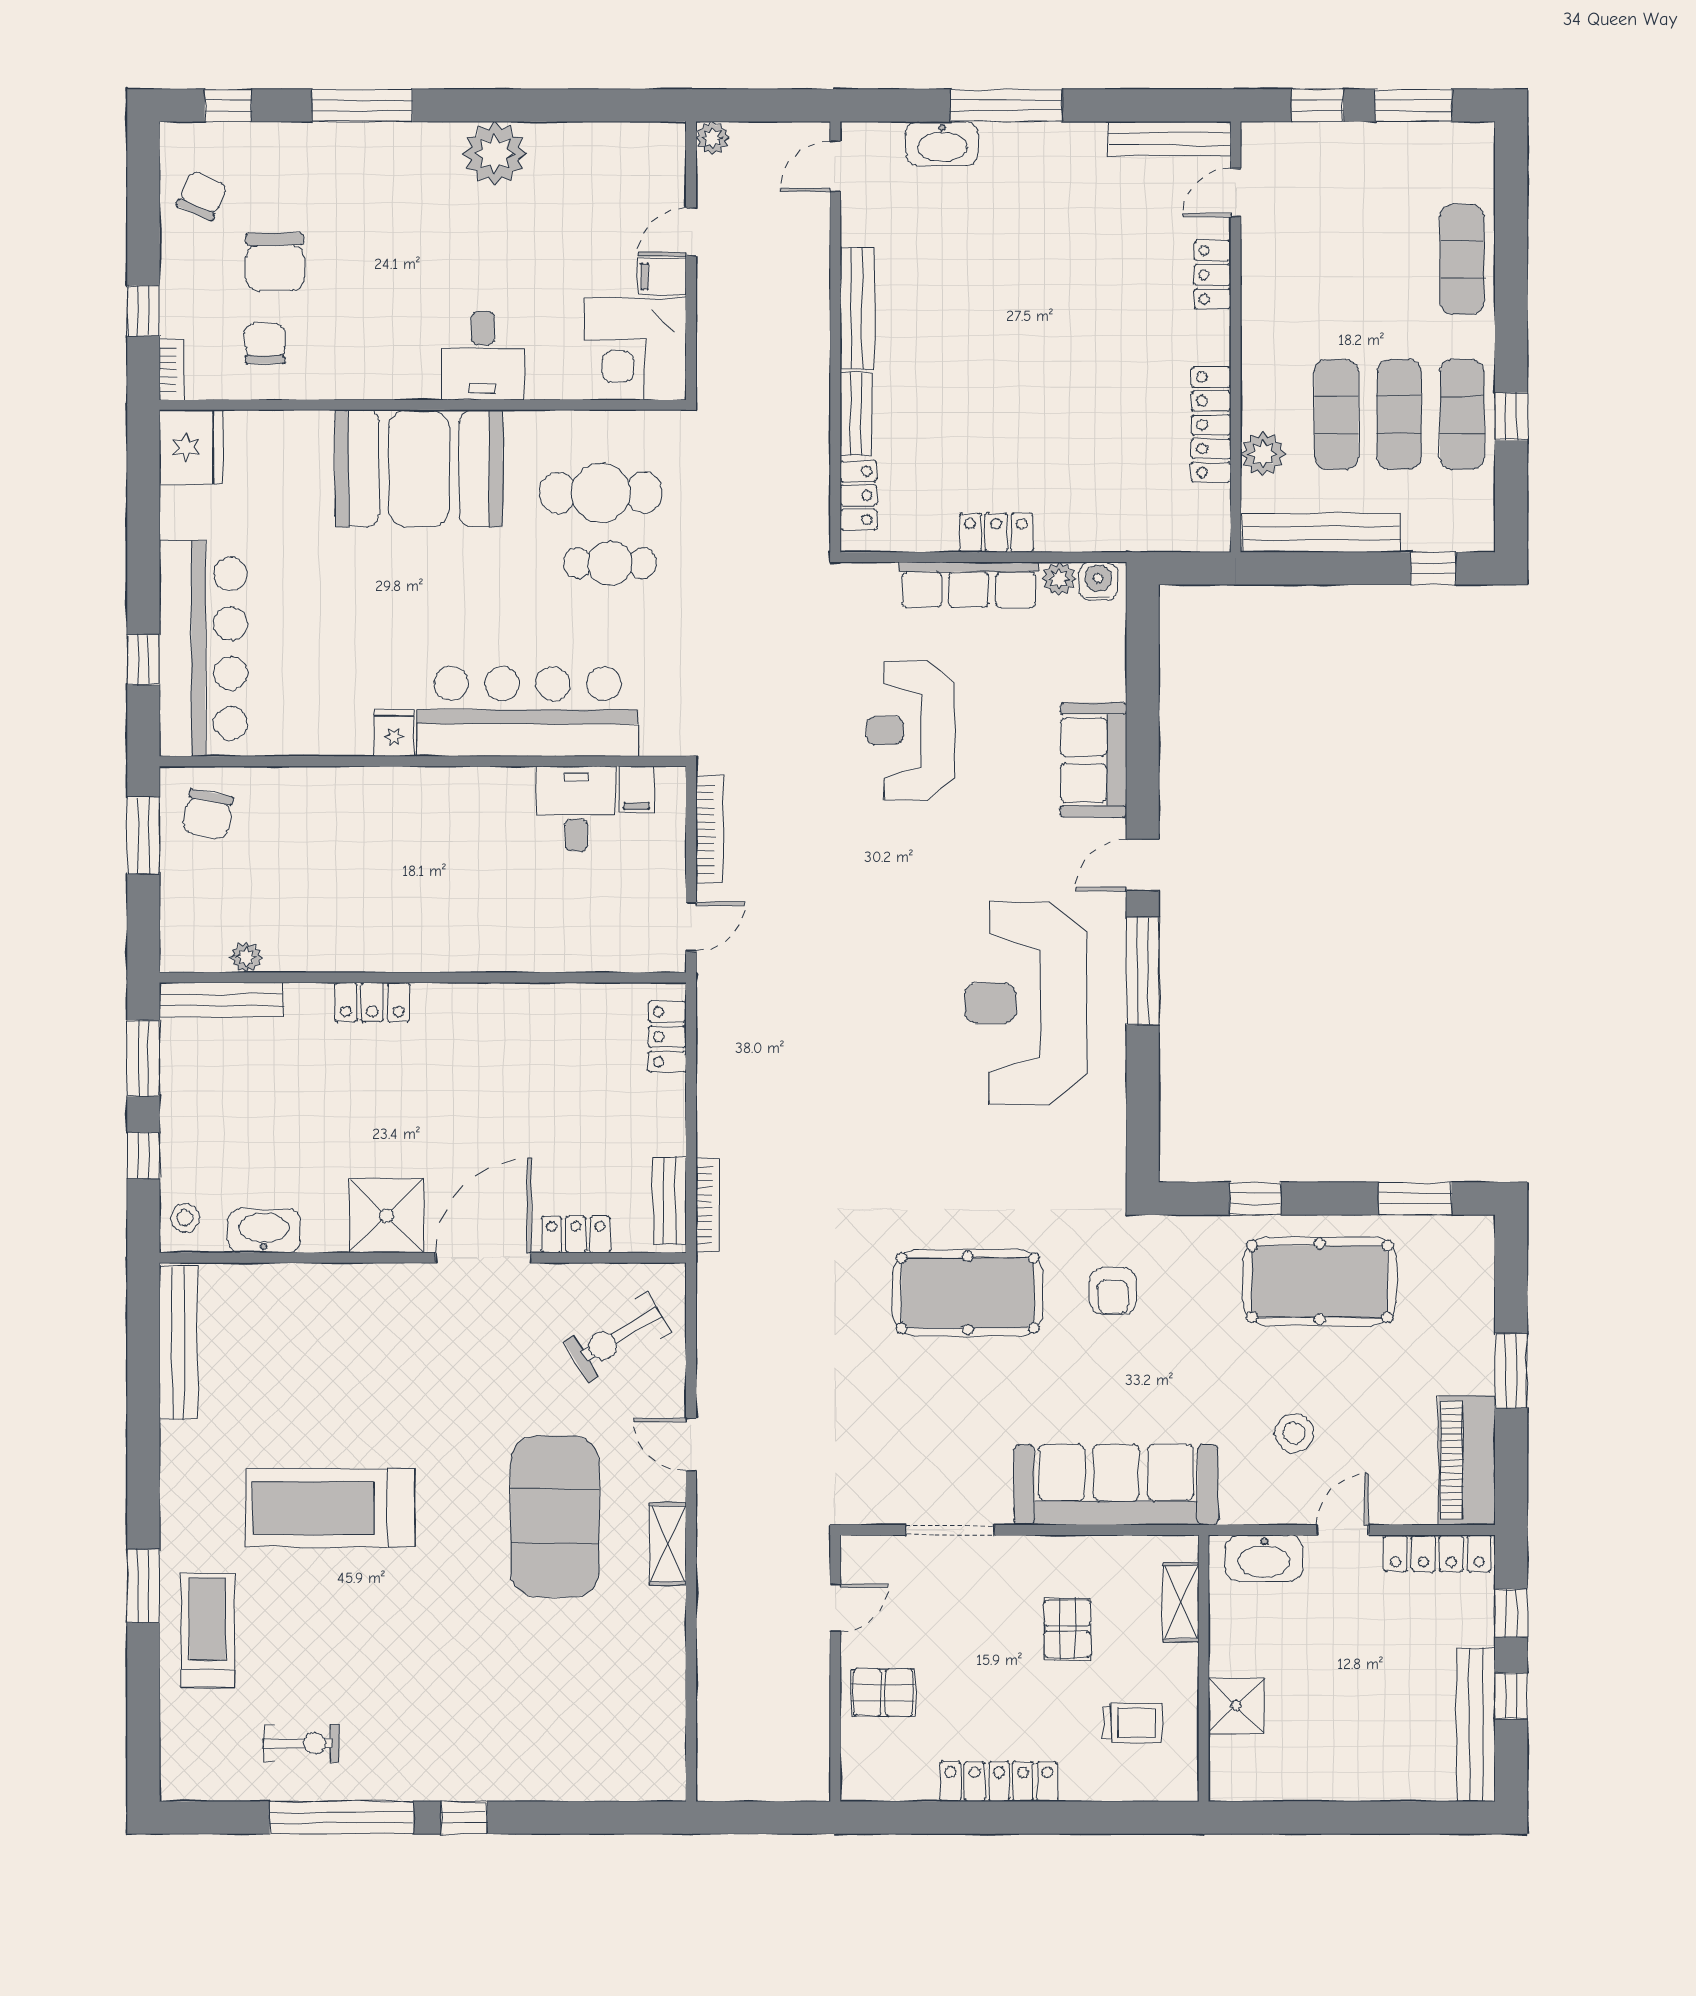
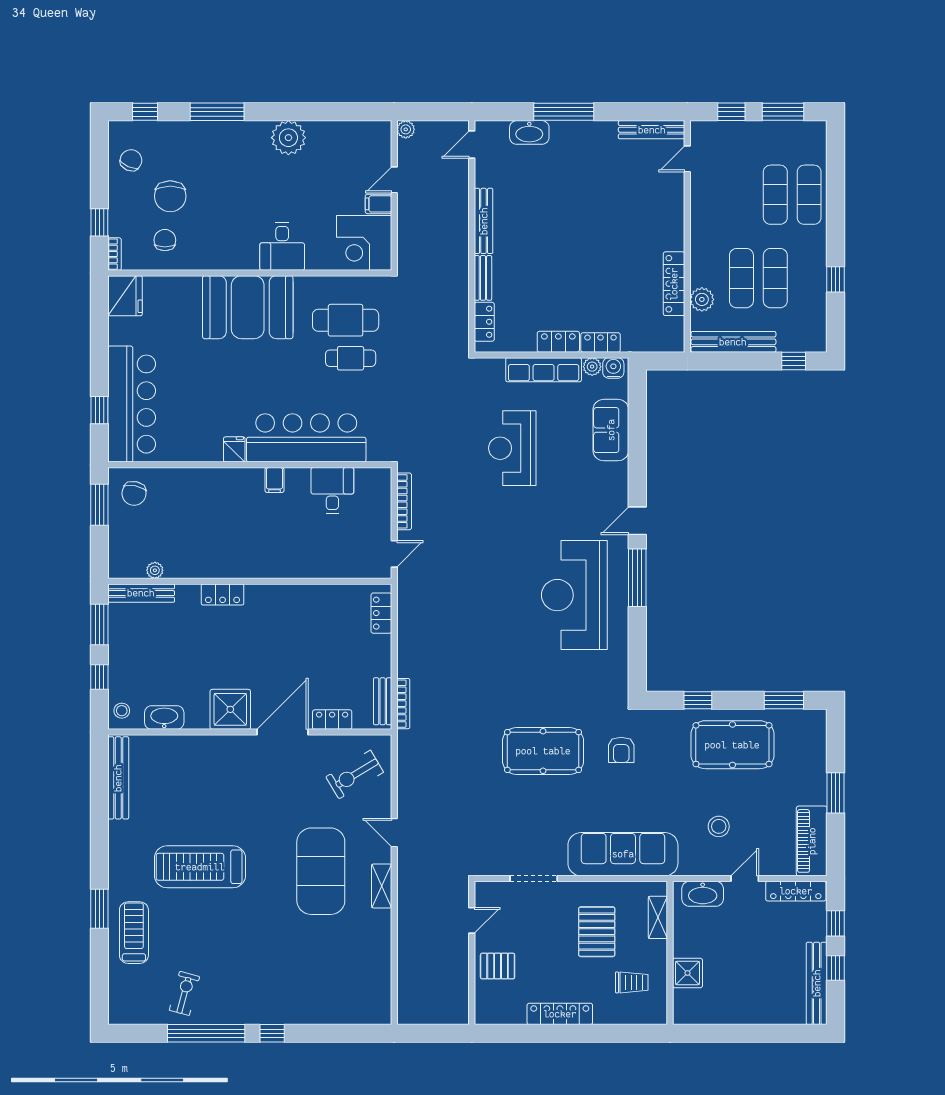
locker: (1212, 275) -> (601, 342), moved, turned 90
exercise mat: (1462, 414) -> (775, 195), moved
sofa: (1094, 760) -> (611, 430), moved
filing cabinet: (637, 789) -> (274, 480), moved
pallet: (1067, 1629) -> (597, 932), width x1.50, depth x1.42
exercise bike: (301, 1743) -> (184, 993), turned -75

